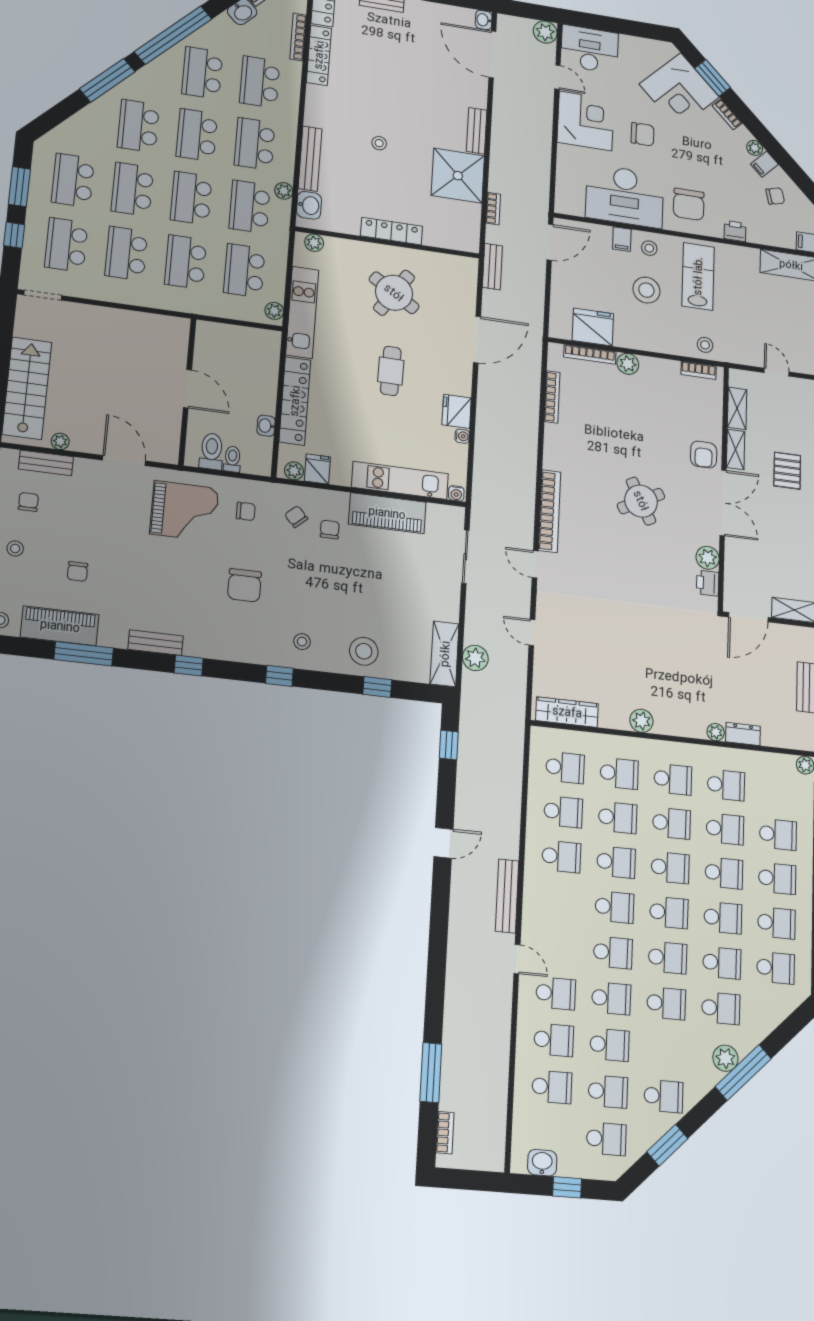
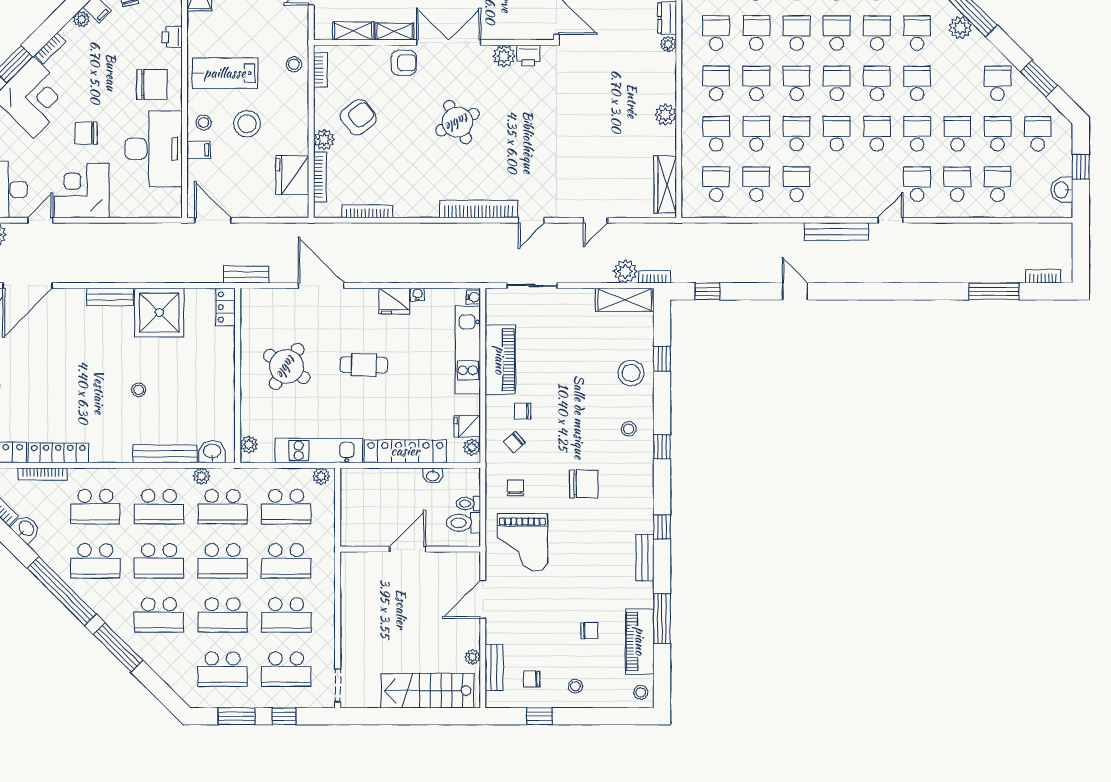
chair: (643, 134) -> (86, 133), turned -90
bookcase: (493, 209) -> (654, 277), moved
locker: (392, 231) -> (226, 307), moved, width x0.66
armchair: (649, 401) -> (358, 117), added
grand piano: (184, 511) -> (522, 542), turned 180

